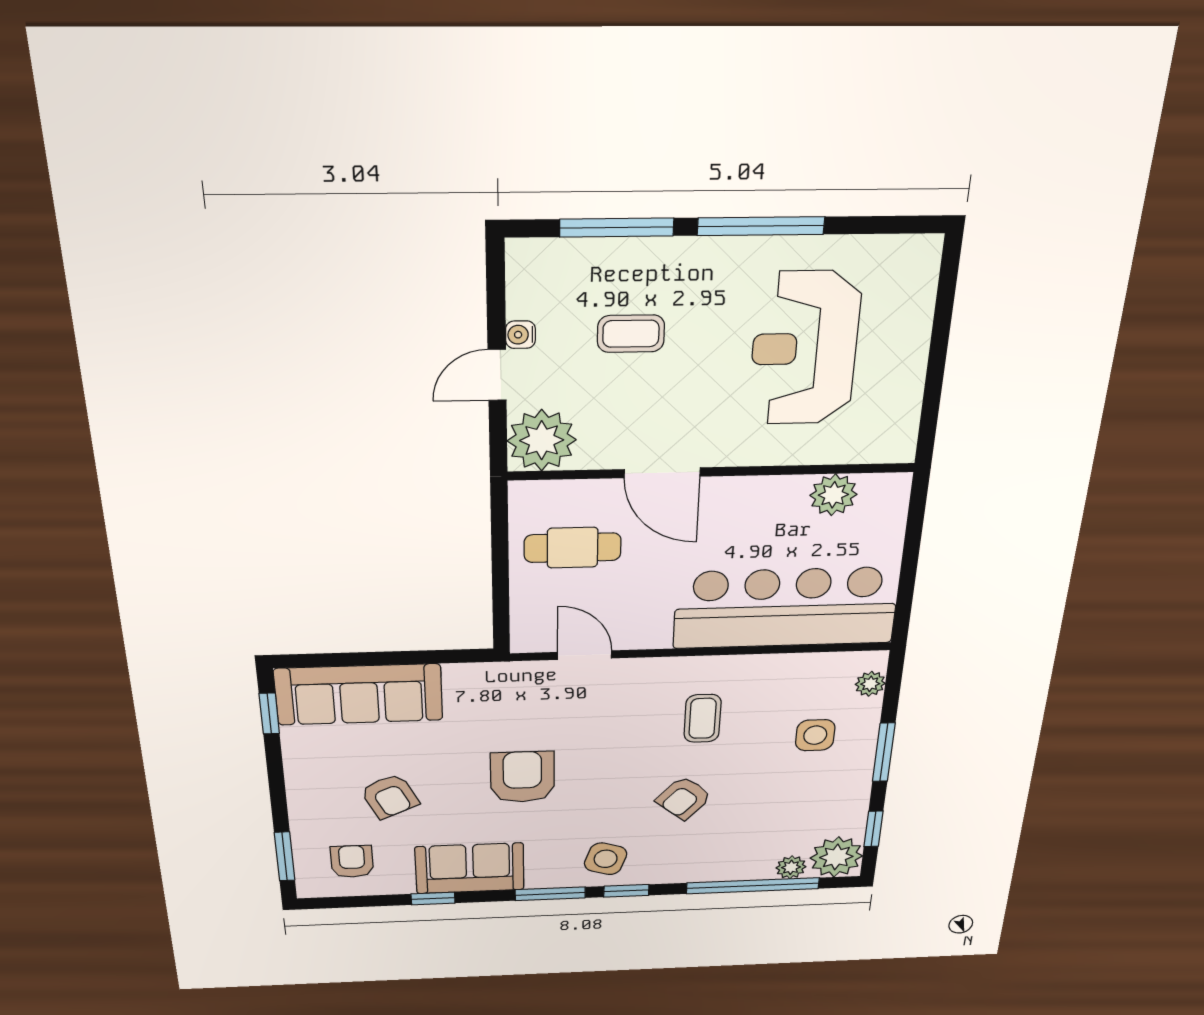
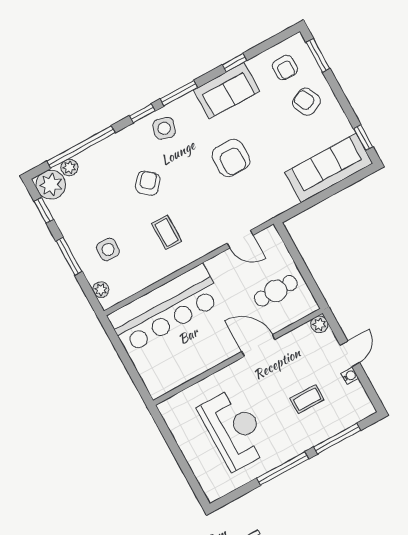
plant: (542, 440) -> (319, 324), width x0.53, depth x0.53
plant: (833, 495) -> (180, 373), removed
armchair: (390, 796) -> (306, 102), moved

